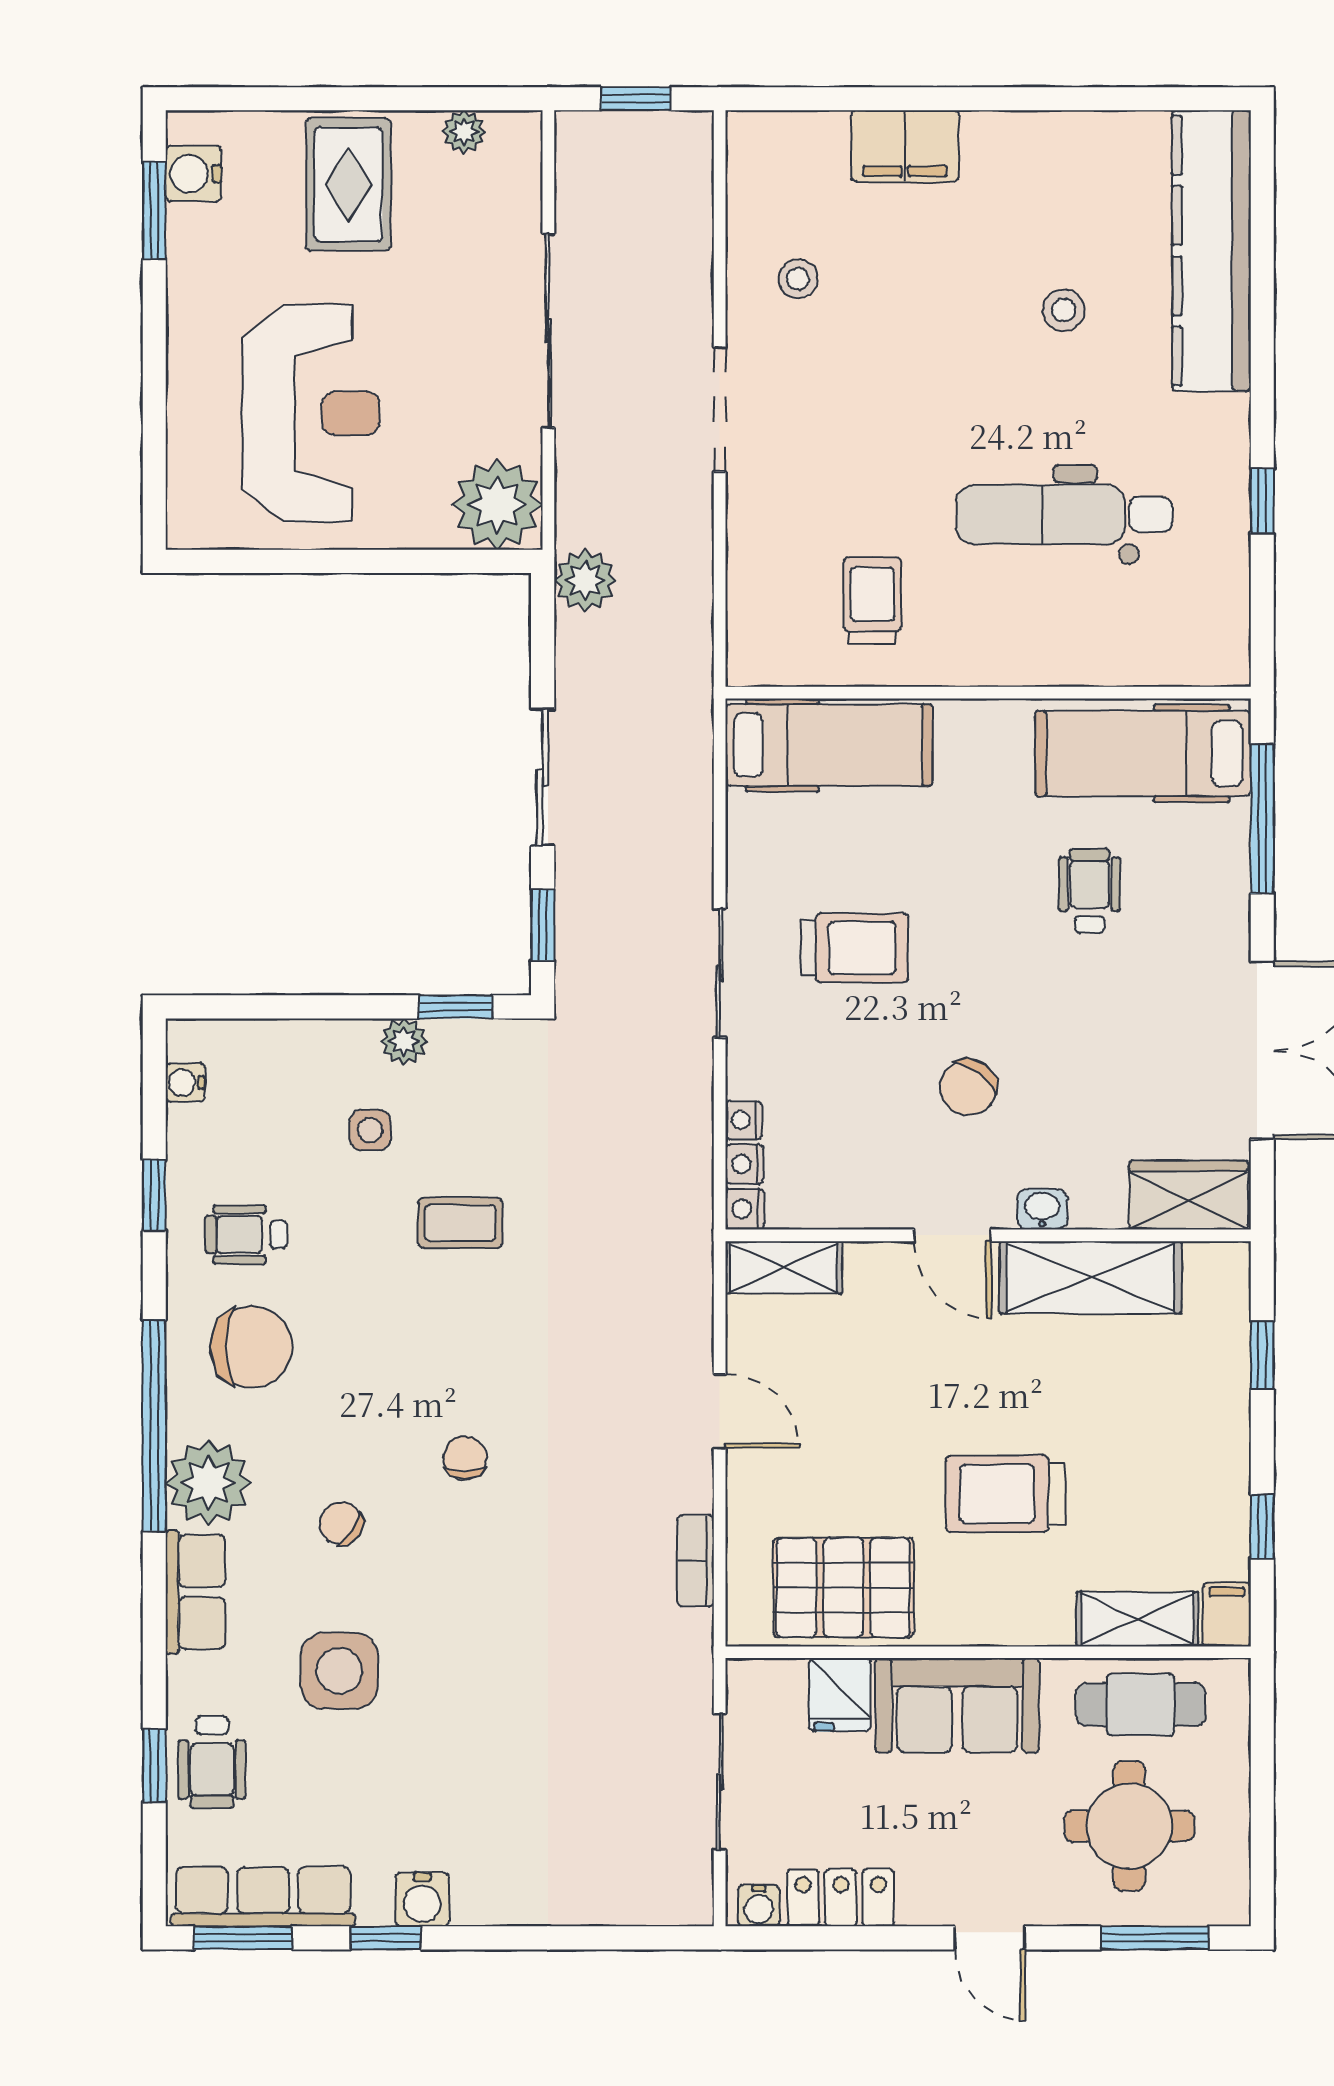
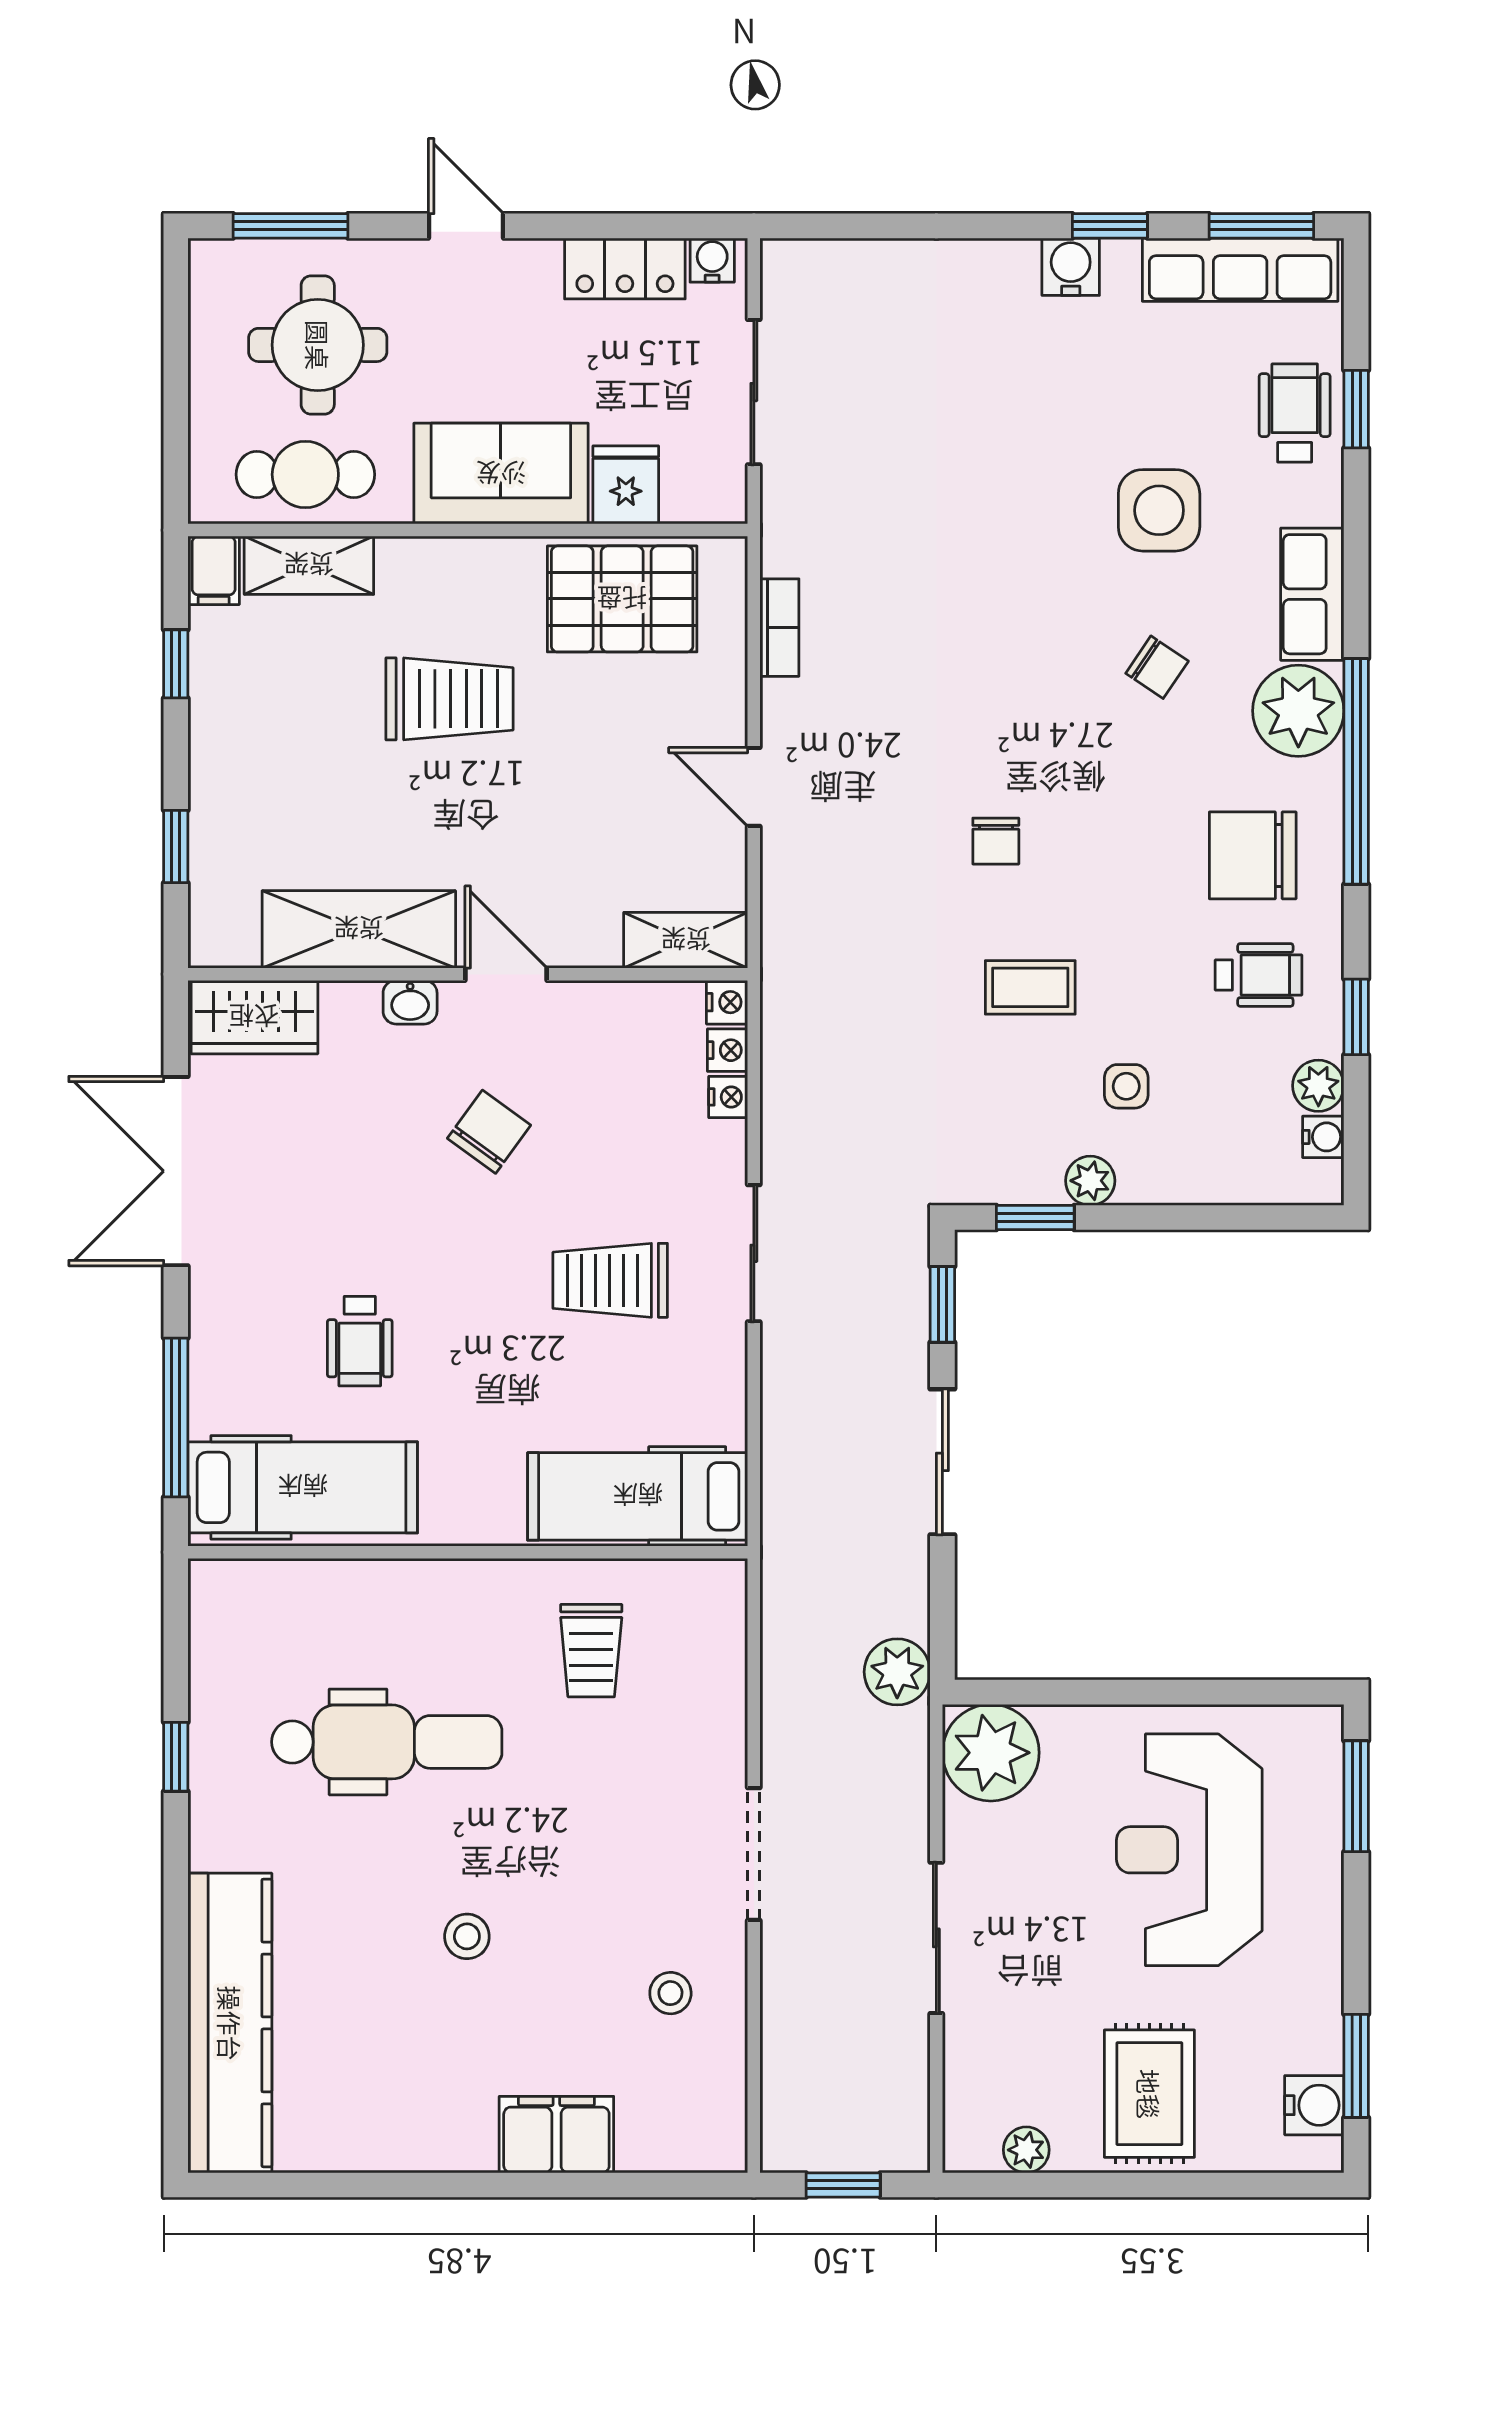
stool: (1064, 310) -> (467, 1936), moved
sliding door: (548, 331) -> (936, 1938), width x0.73
window: (154, 464) -> (1356, 1796), added
plant: (190, 1131) -> (1318, 1086), added
chair: (465, 1458) -> (996, 841), moved

